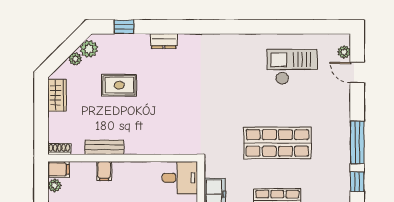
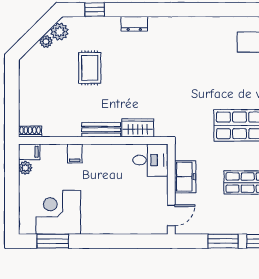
rug: (119, 85) -> (90, 68), turned 90
wardrobe: (57, 95) -> (138, 128), moved, turned -90
bench: (104, 147) -> (101, 130), moved

